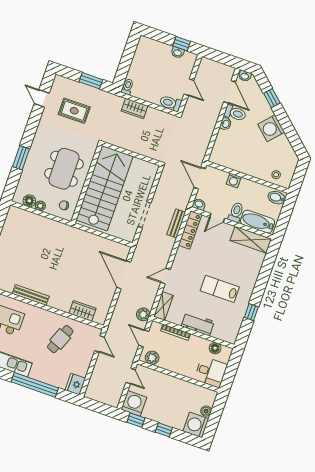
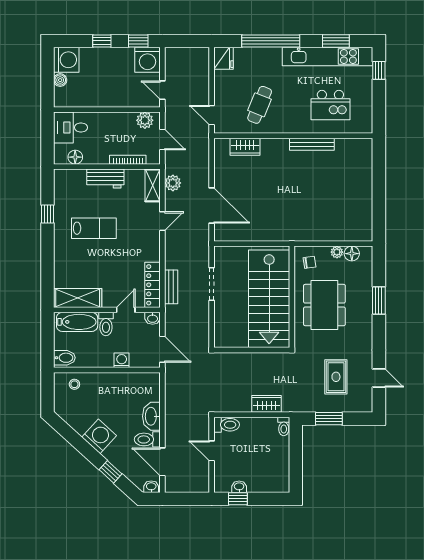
rug: (74, 111) -> (336, 377), turned 90
washbasin: (226, 124) -> (151, 416), width x1.91, depth x1.45
plant: (143, 314) -> (173, 183), moved

